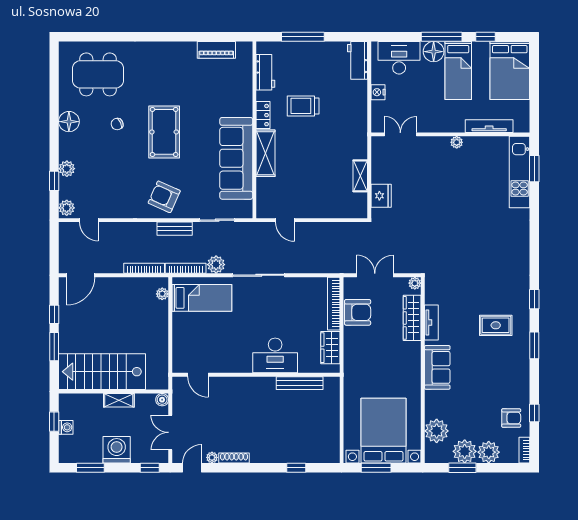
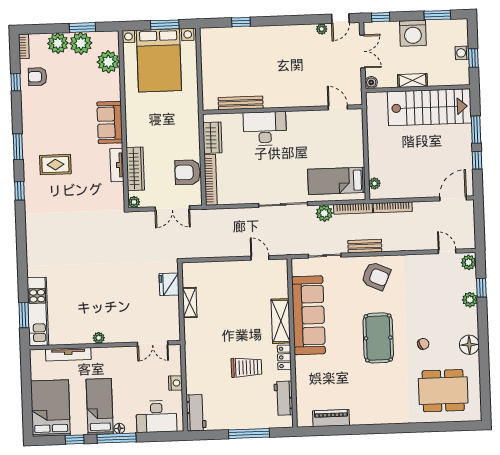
floor lamp: (434, 52) -> (119, 428), width x0.53, depth x0.53
shoe rack: (234, 458) -> (301, 29), removed

